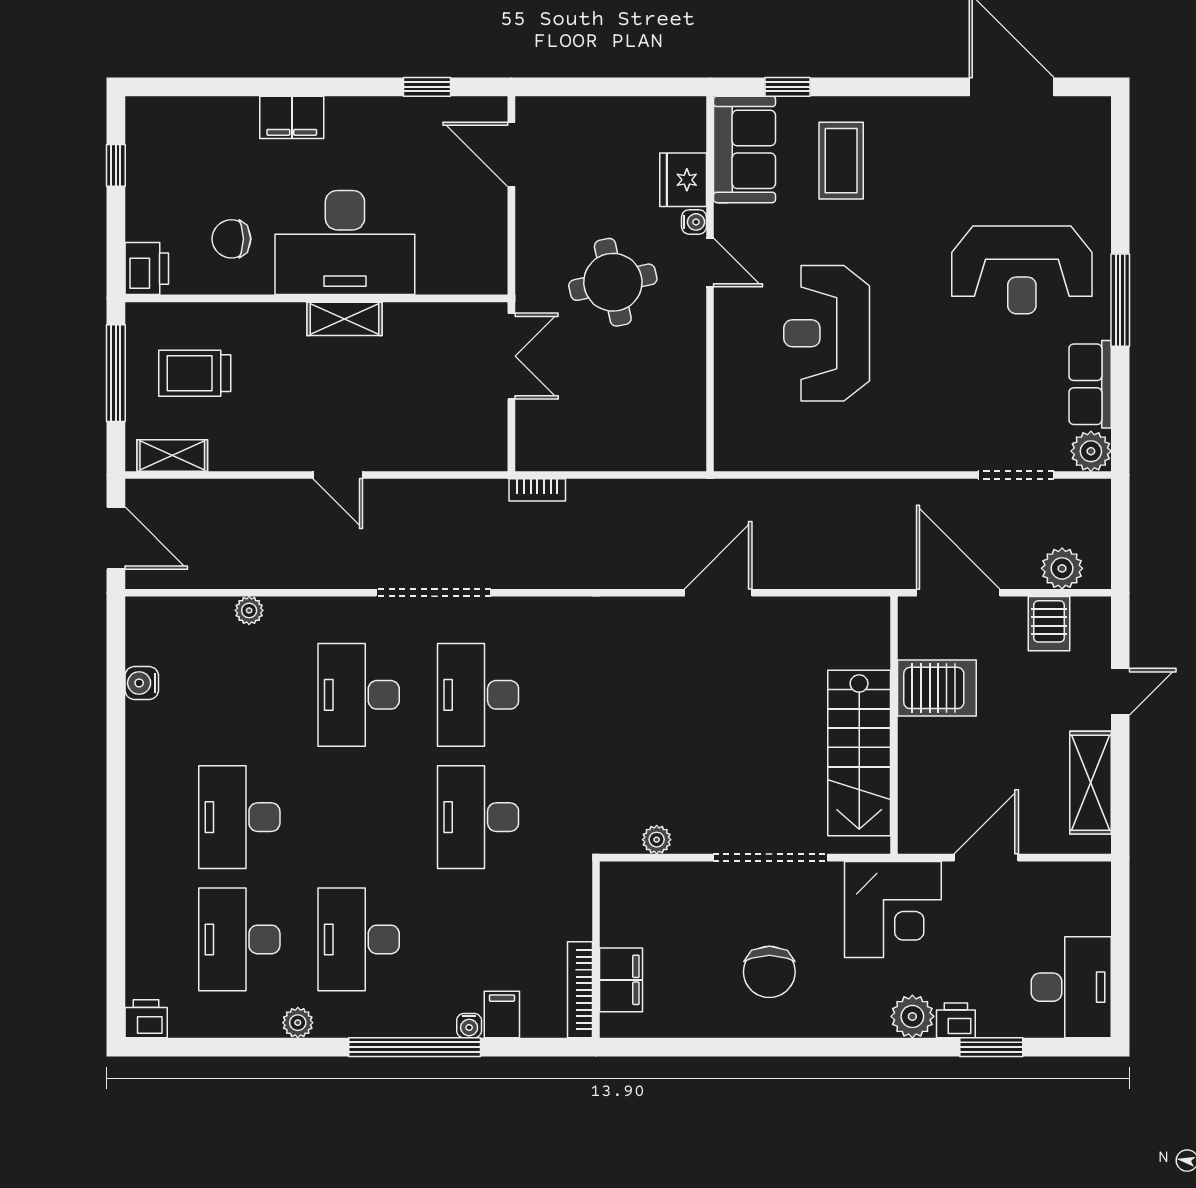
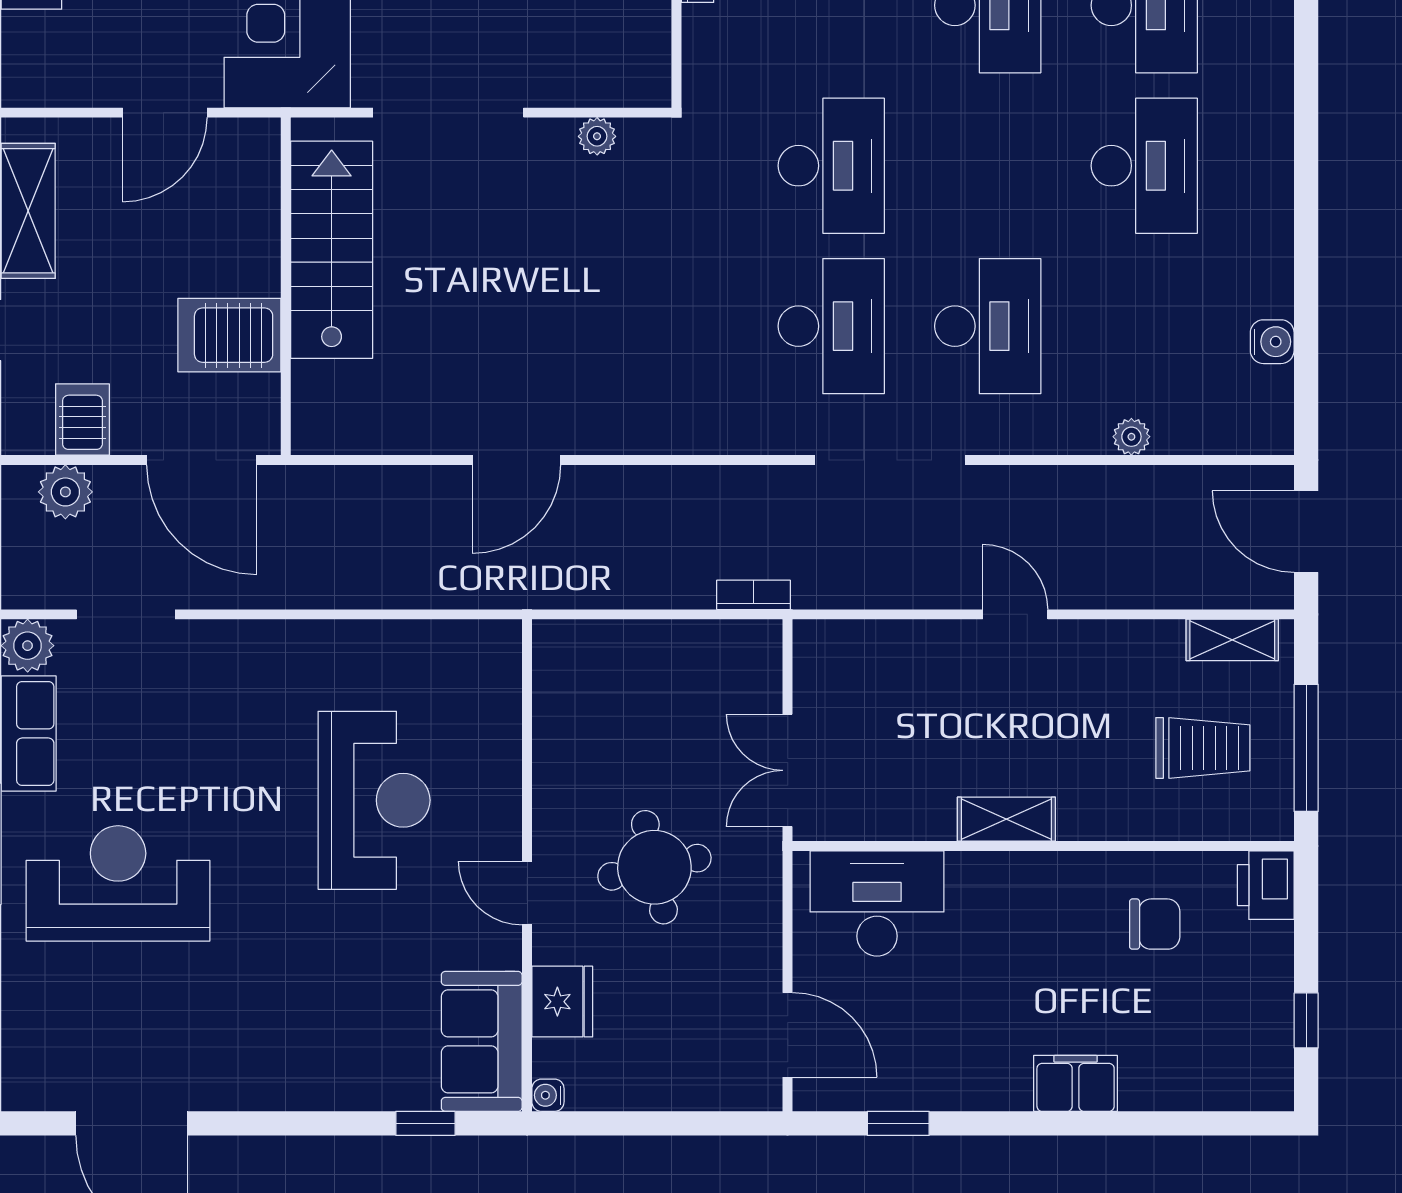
coffee table: (841, 161) -> (355, 1027), removed
water cooler: (694, 222) -> (548, 1095), moved
desk: (345, 243) -> (877, 903), moved, width x0.73, depth x0.77

